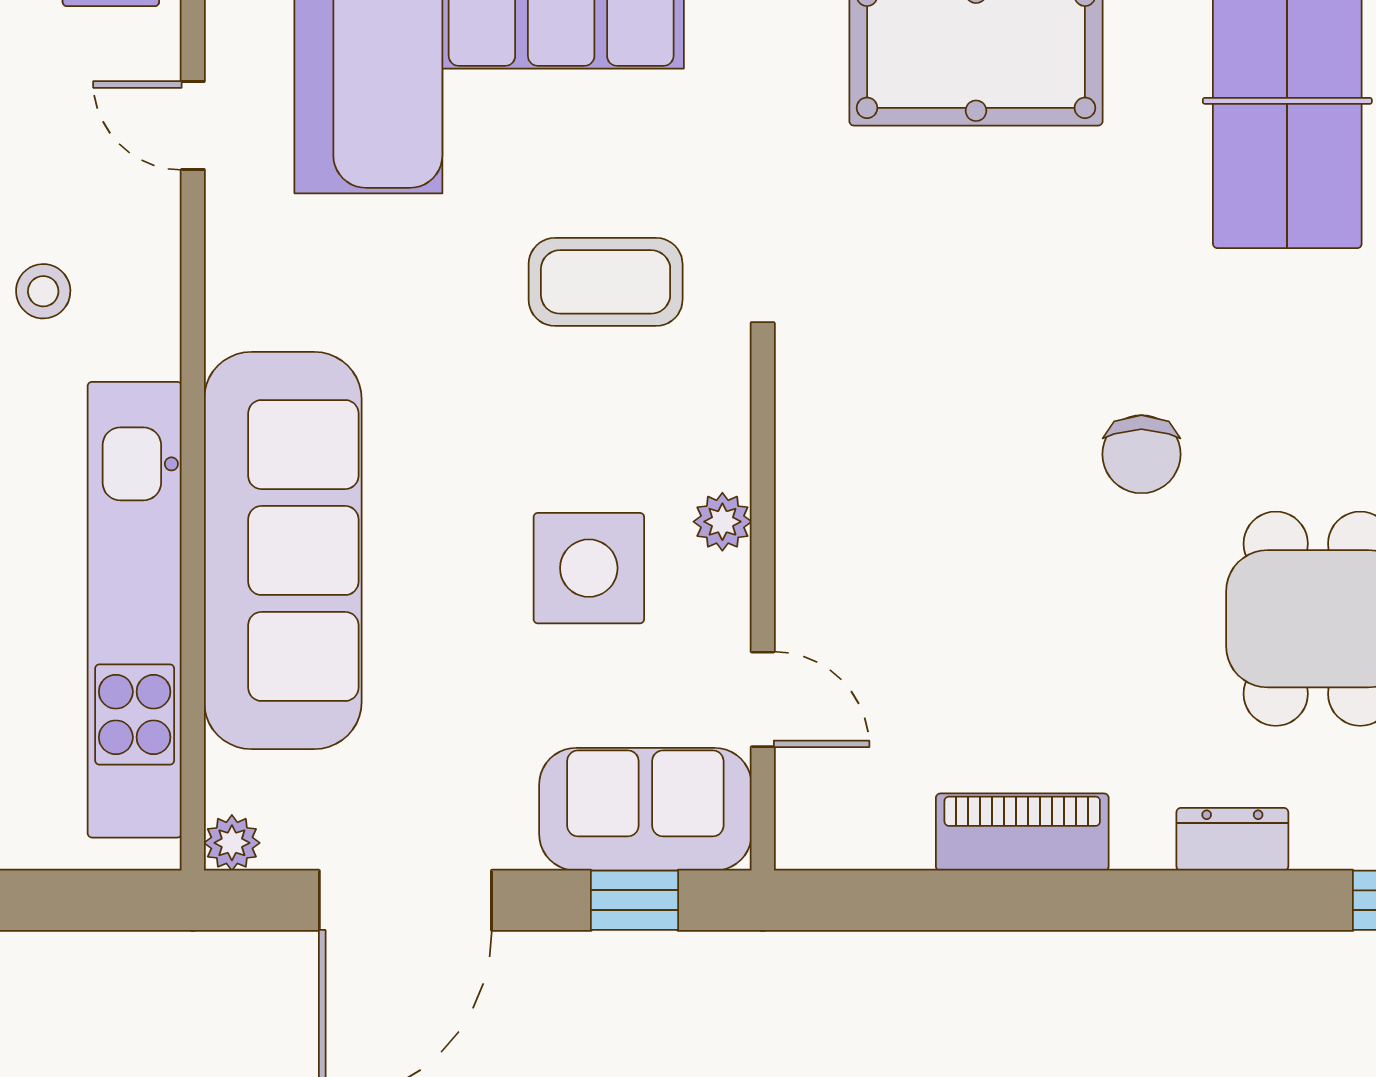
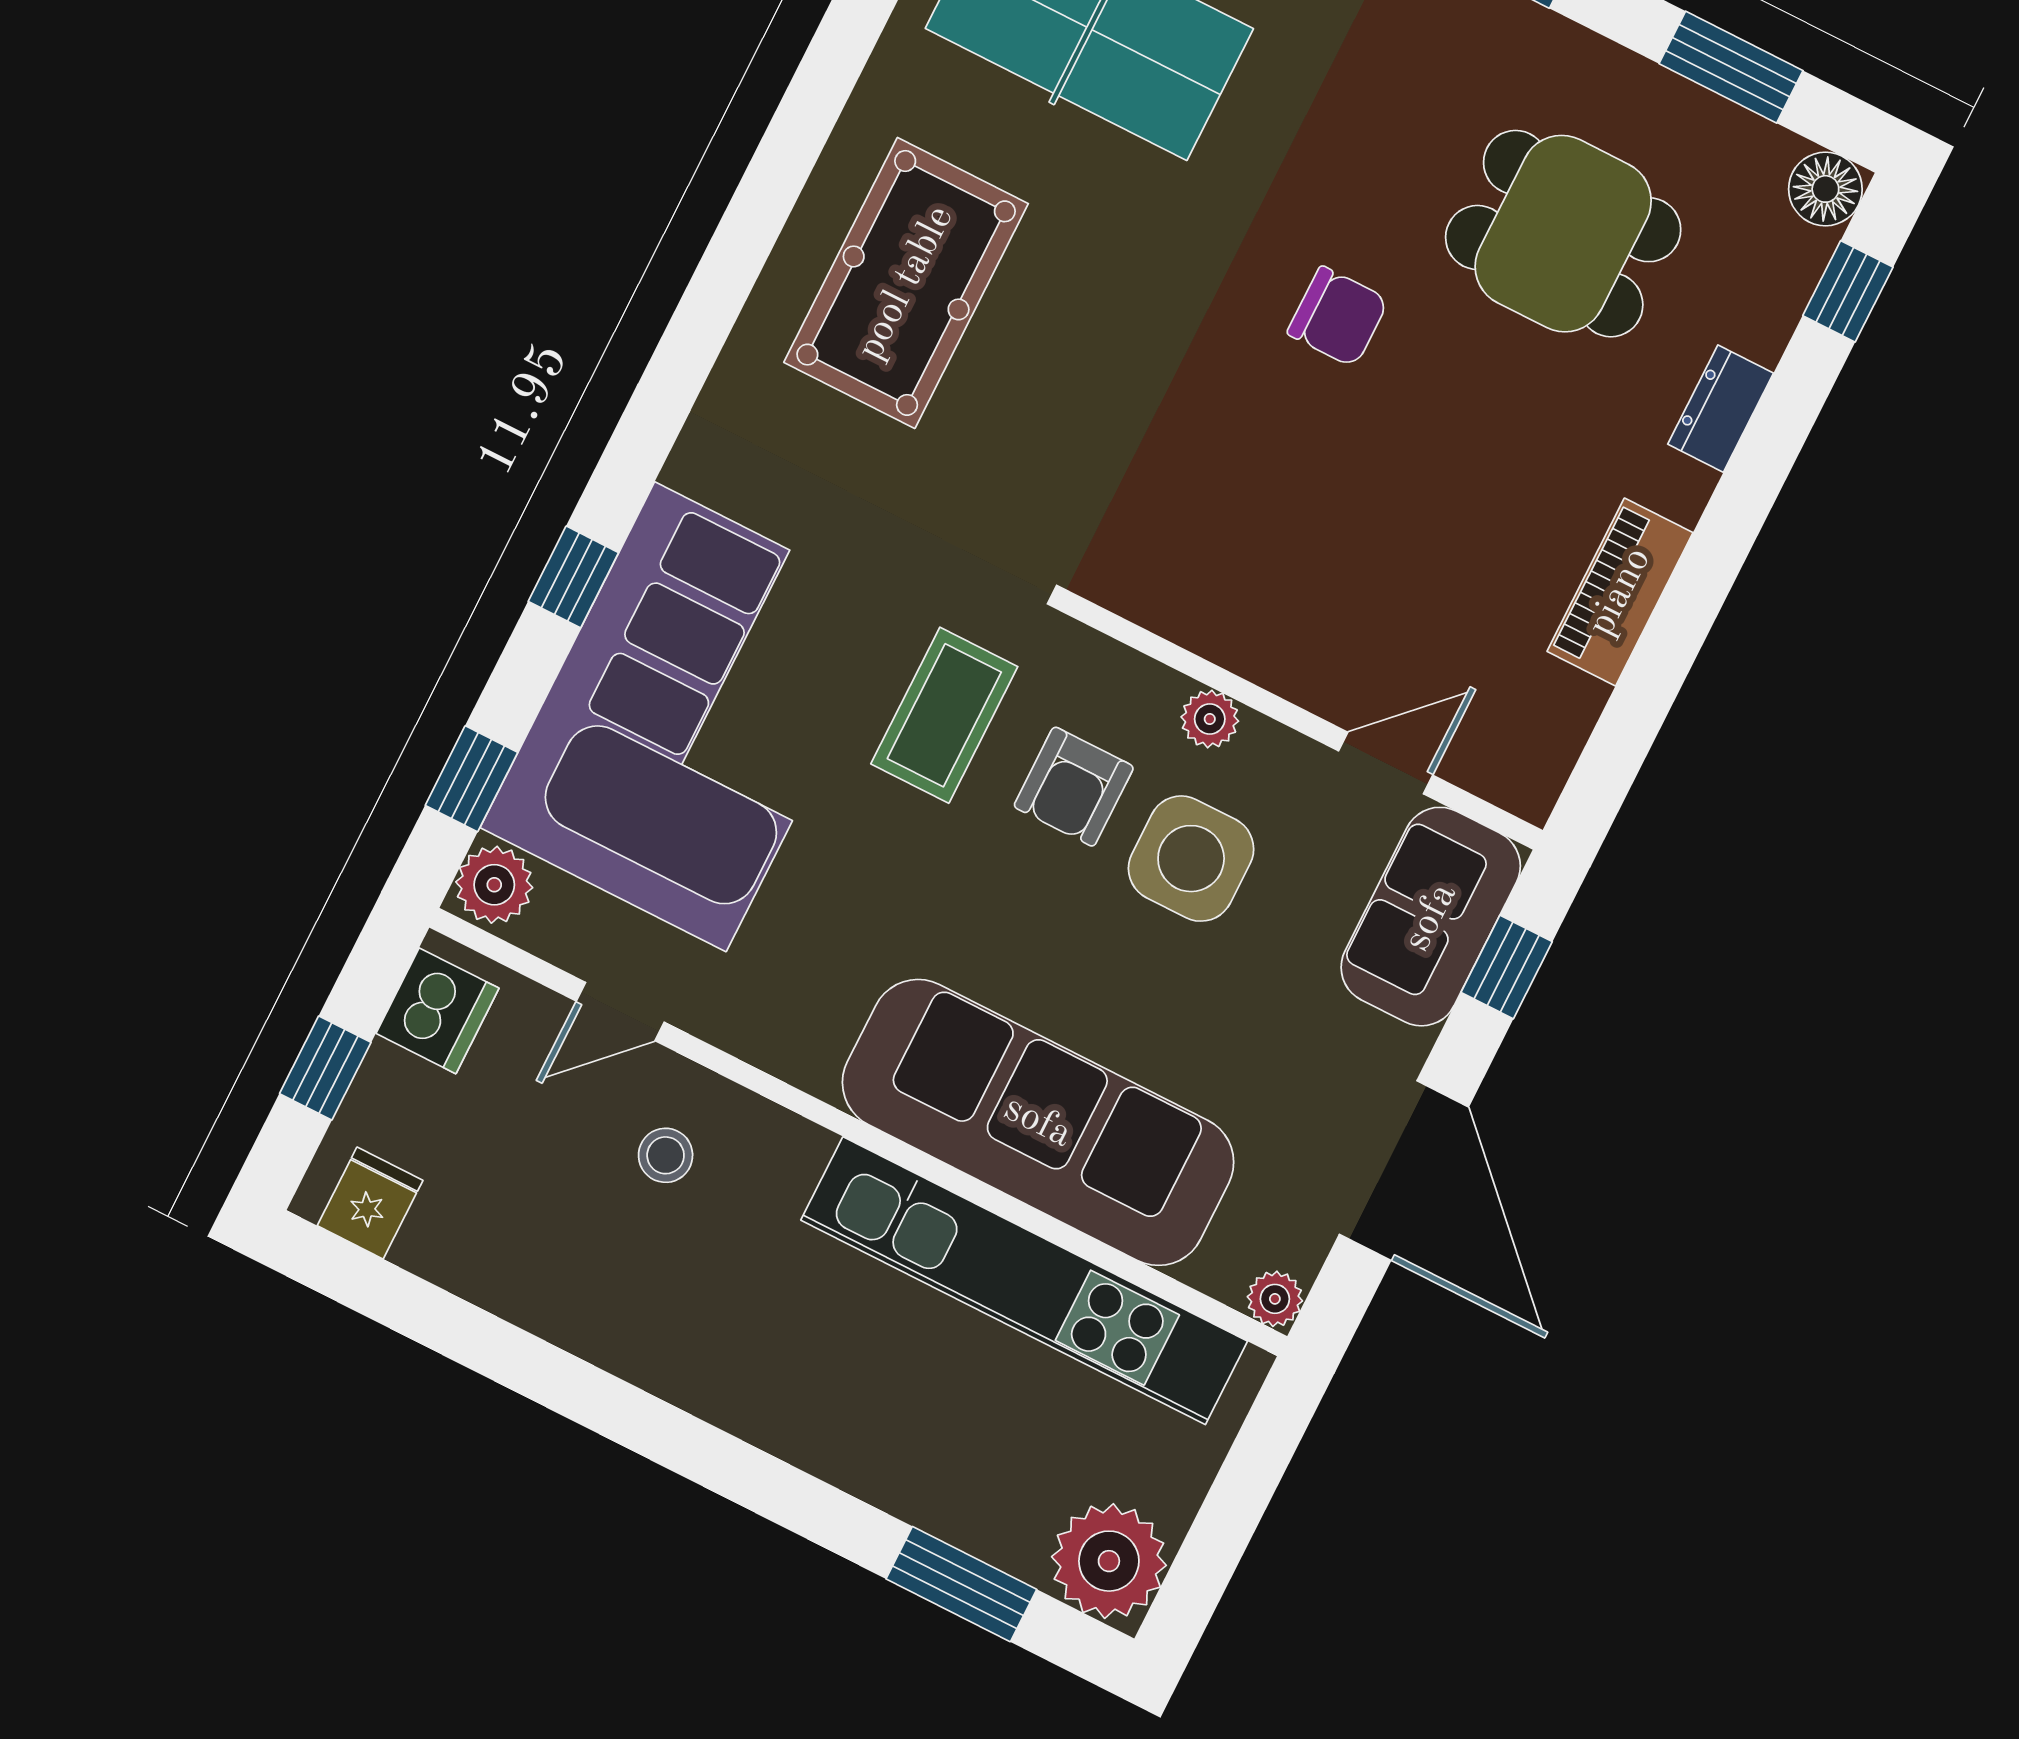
stool: (43, 291) -> (666, 1155), moved
armchair: (600, 430) -> (1074, 787), added

